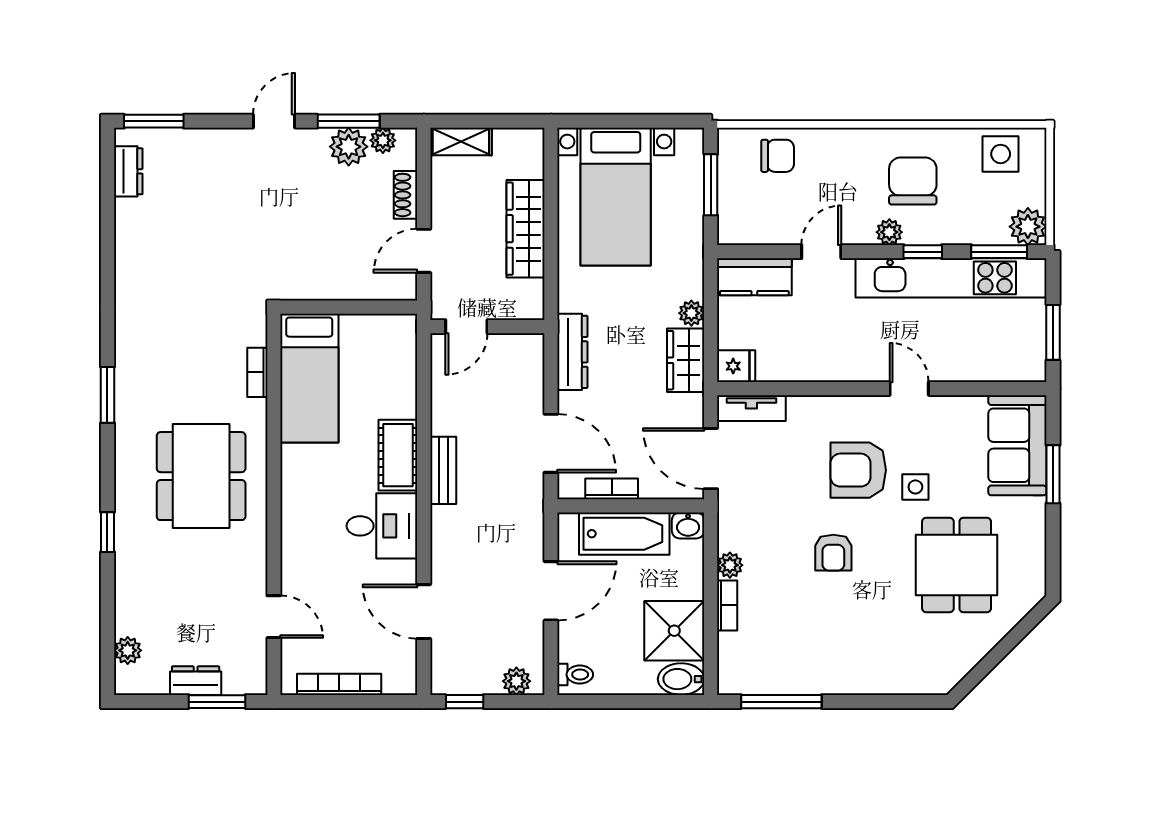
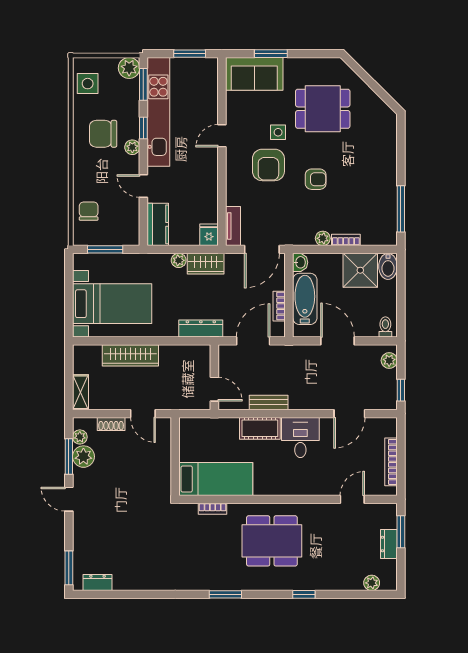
door: (466, 327) -> (214, 389), moved
wall: (487, 327) -> (214, 377), moved

